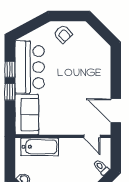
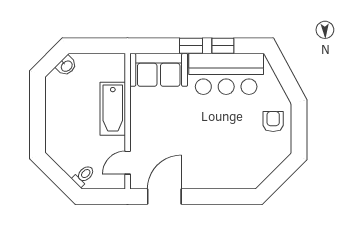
armchair: (63, 34) -> (273, 121), turned 133
bathtub: (40, 147) -> (113, 109), moved

